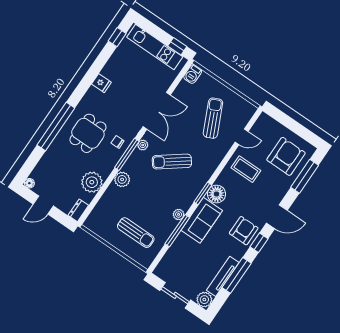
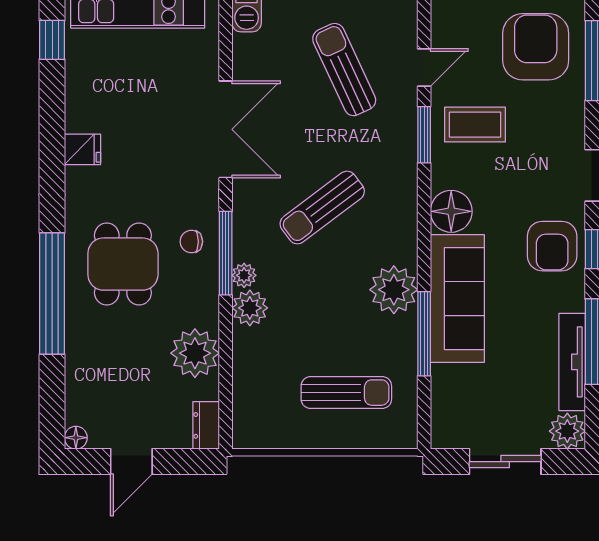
plant: (143, 145) -> (244, 275), moved
window: (203, 193) -> (424, 135), moved
plant: (179, 214) -> (394, 290), width x1.87, depth x1.87
sofa: (202, 220) -> (457, 299), width x1.36
armchair: (244, 231) -> (552, 246), turned 180

